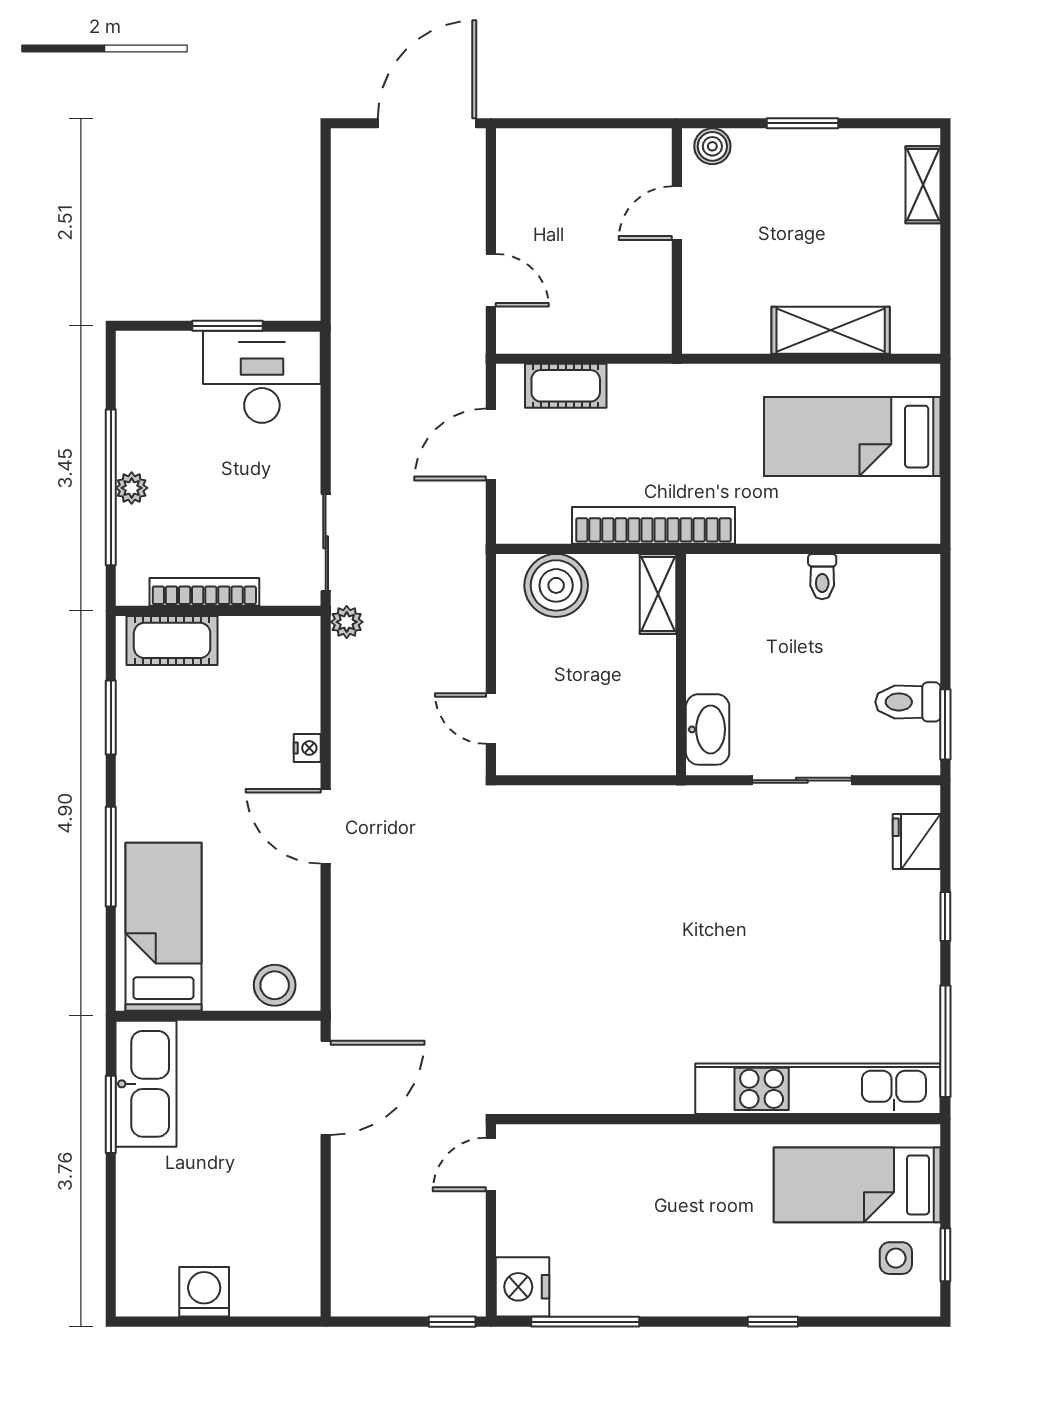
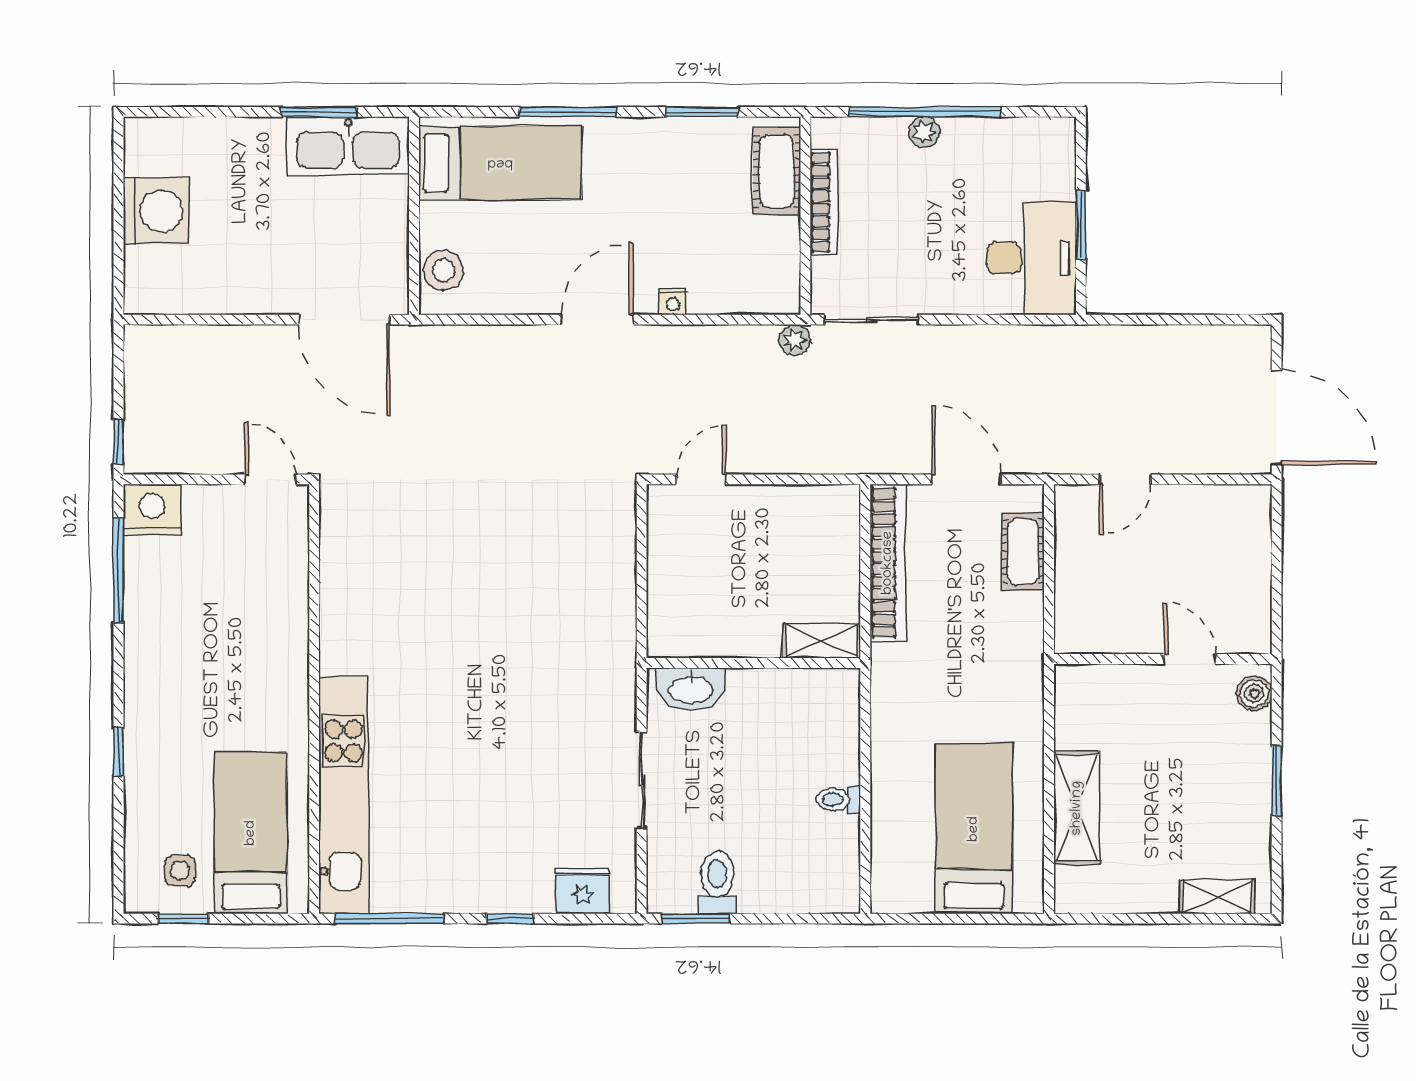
bookcase: (654, 525) -> (888, 563), moved
boiler: (556, 585) -> (830, 542), removed
washing machine: (204, 1292) -> (156, 211), width x1.37, depth x1.37

